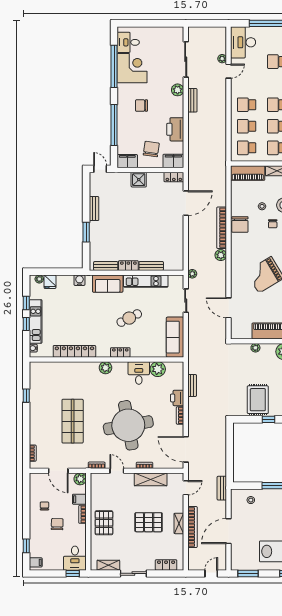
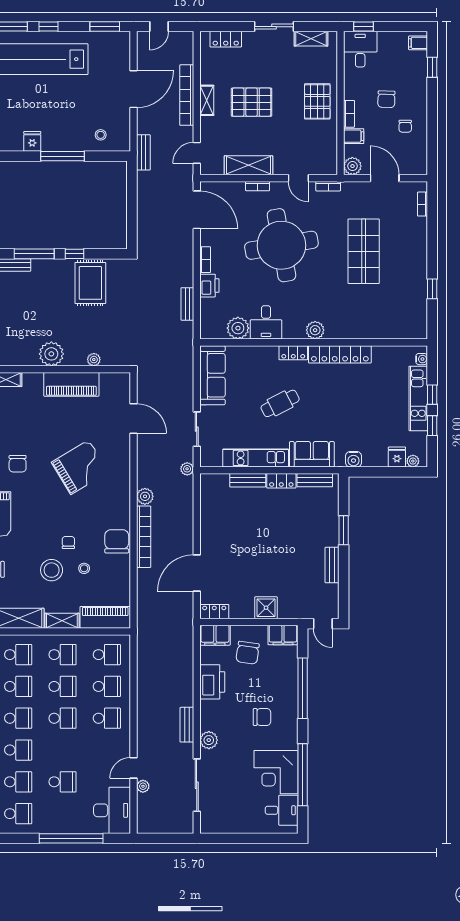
locker: (74, 351) -> (340, 354), moved

